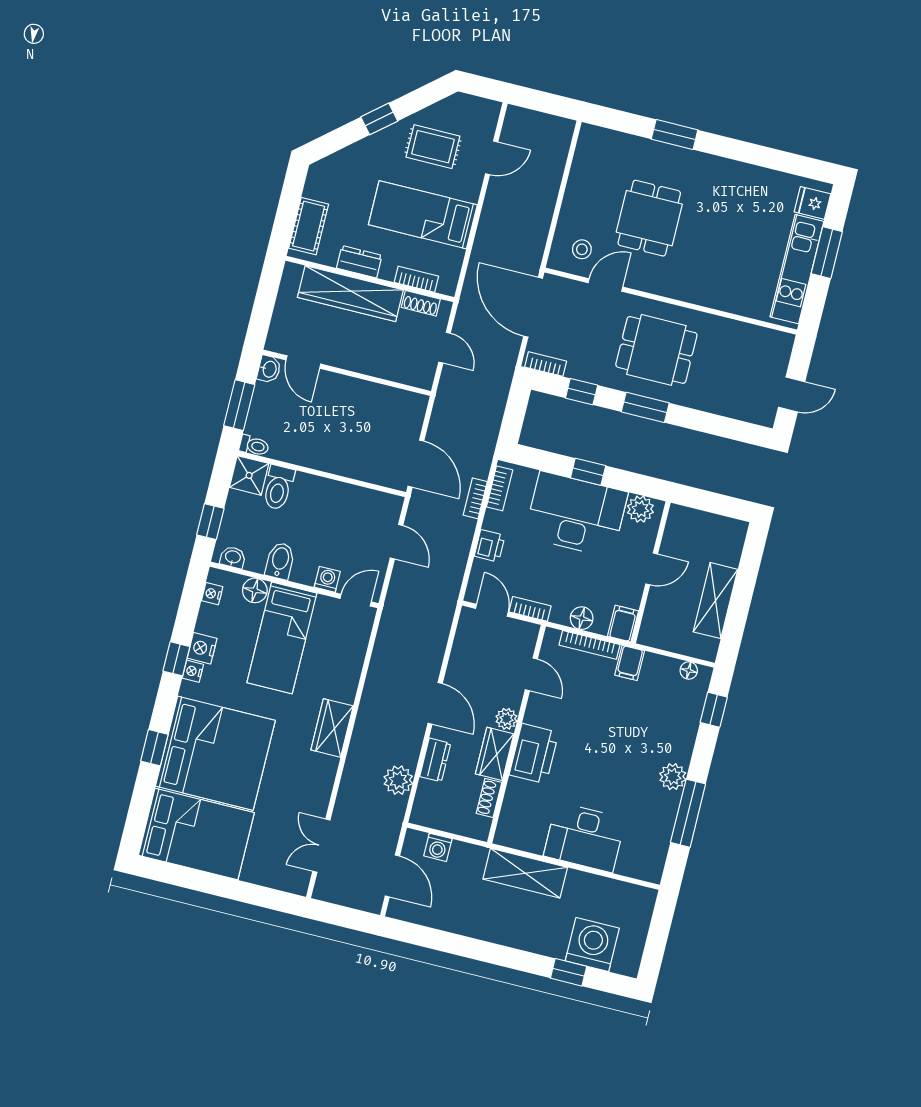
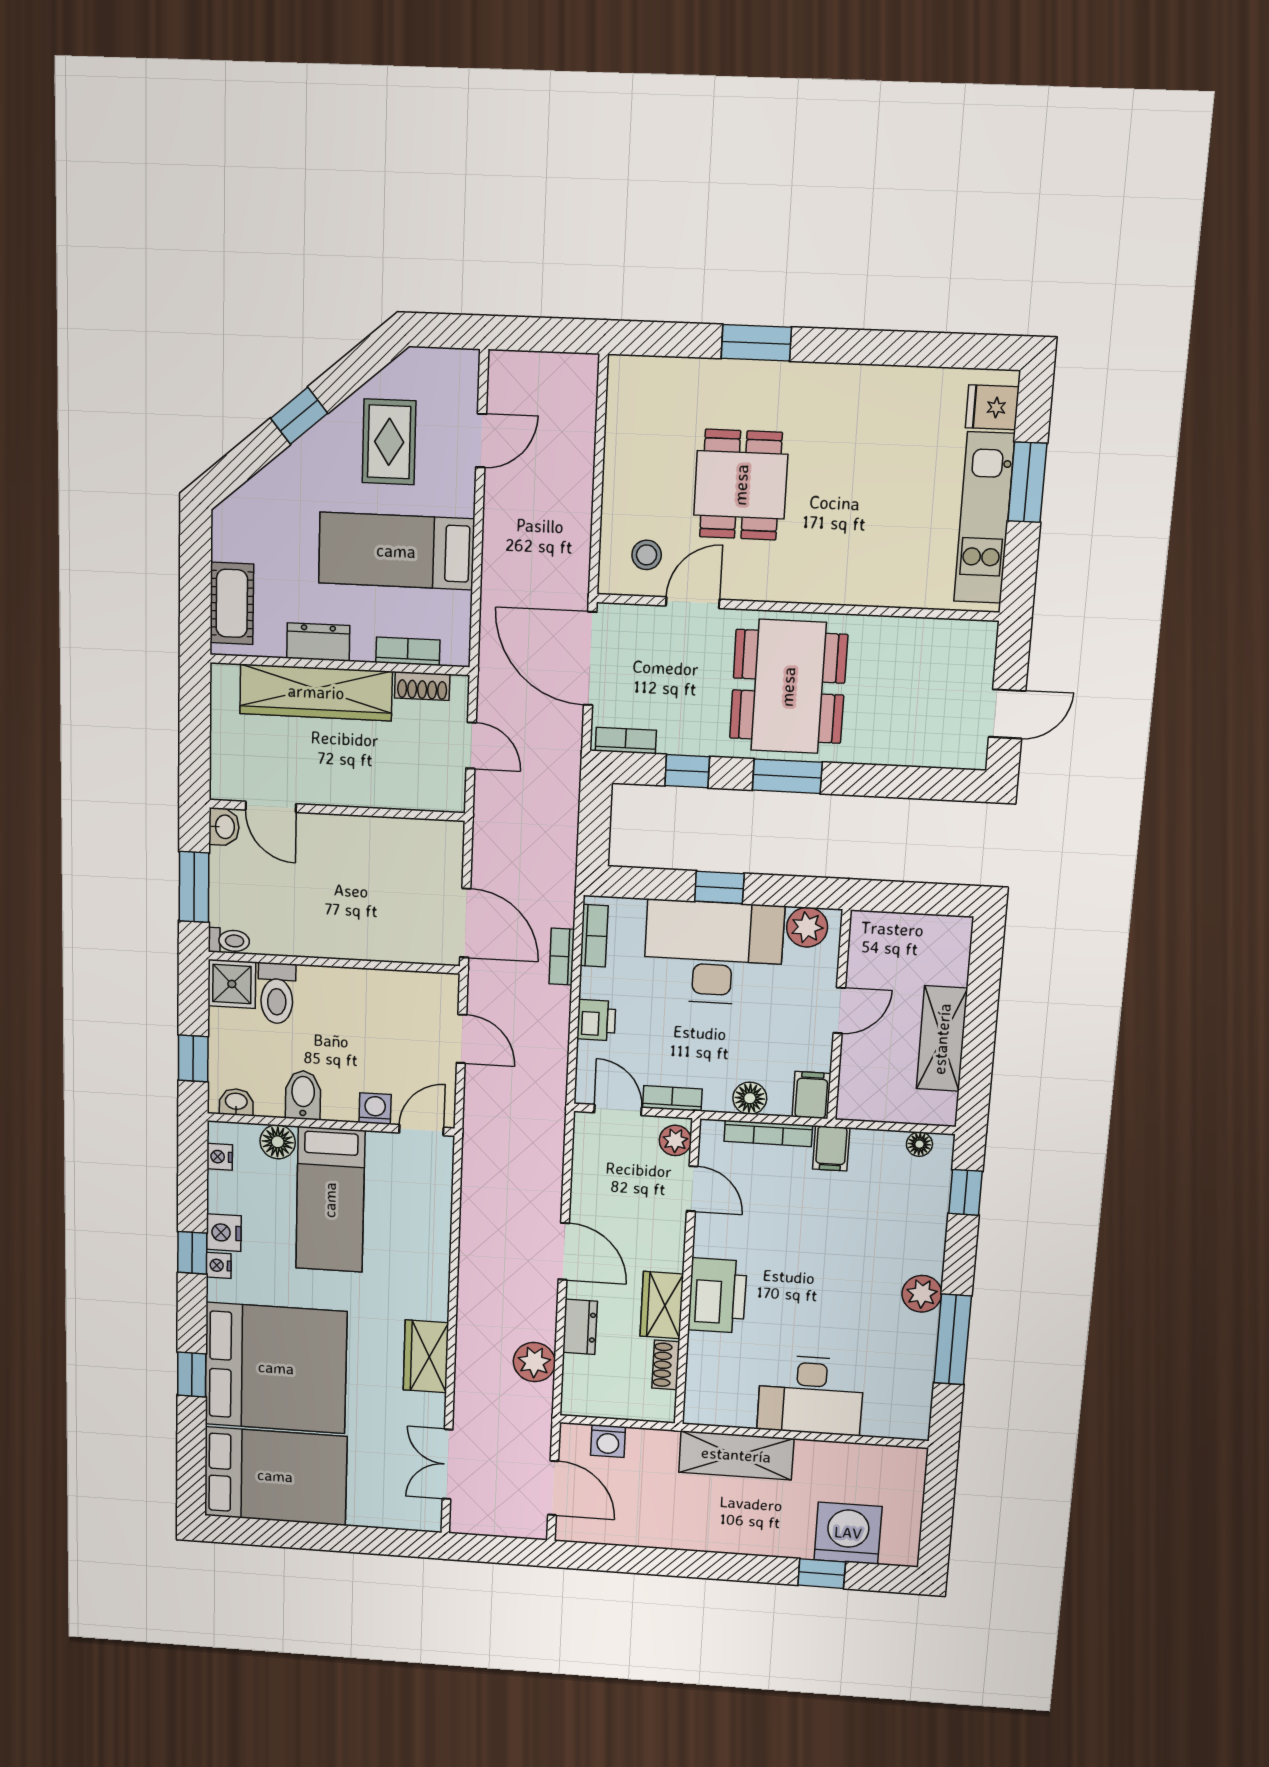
rug: (433, 147) -> (389, 442), turned 90
dining table: (656, 350) -> (788, 687), width x1.37
plant: (506, 719) -> (675, 1140), moved
wardrobe: (332, 728) -> (426, 1356), moved

